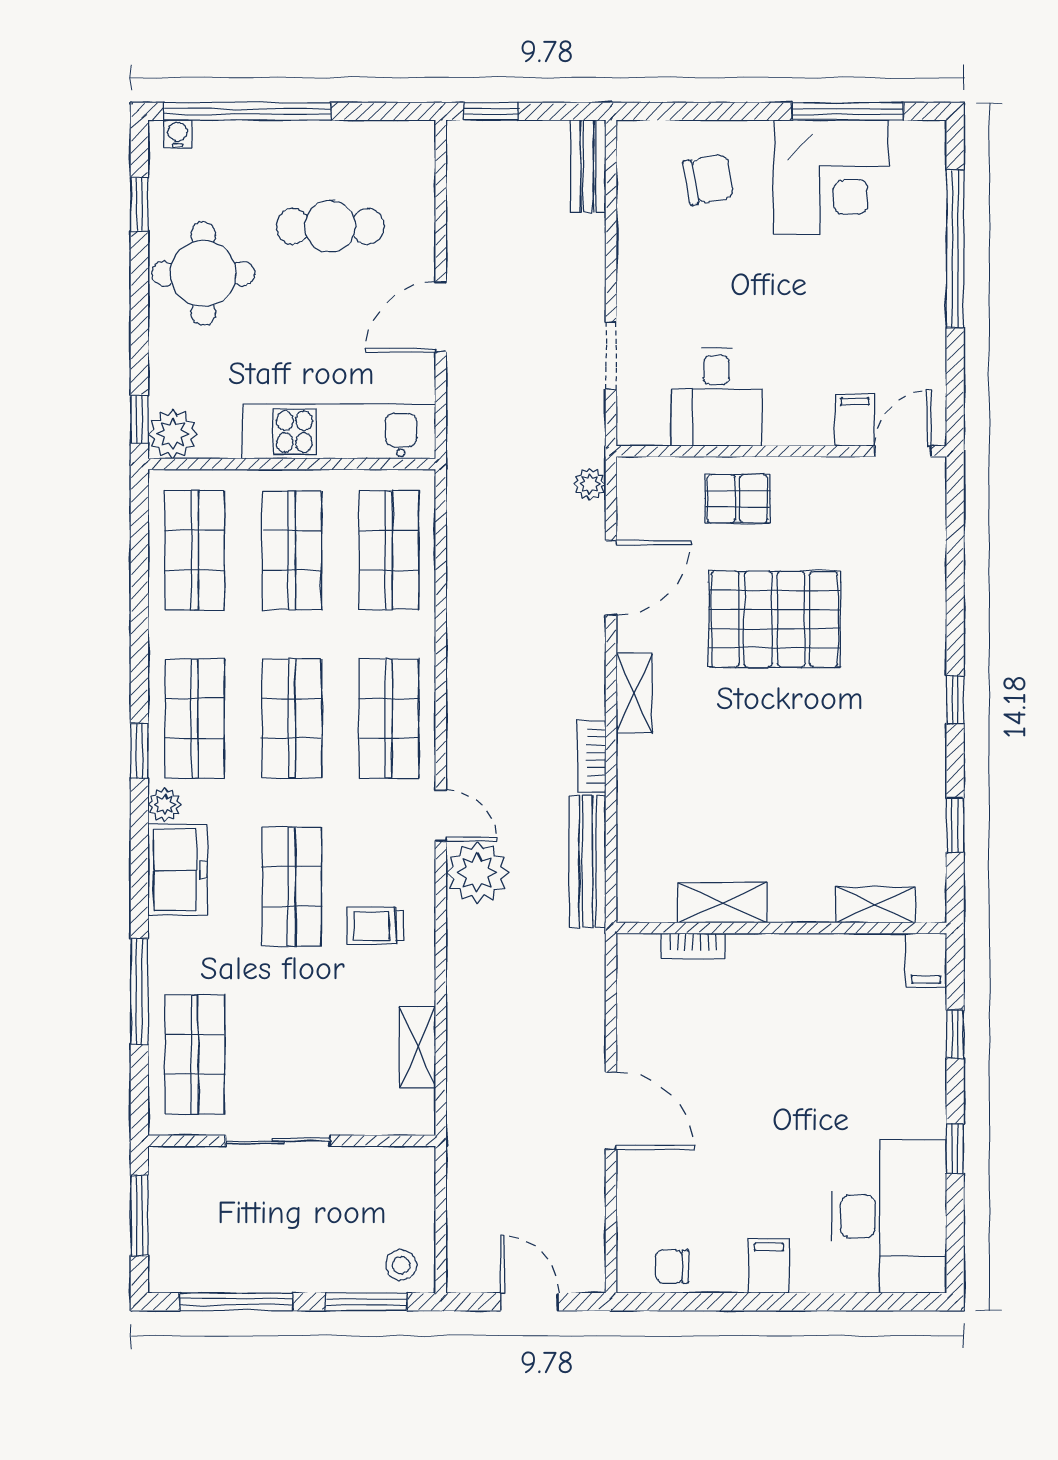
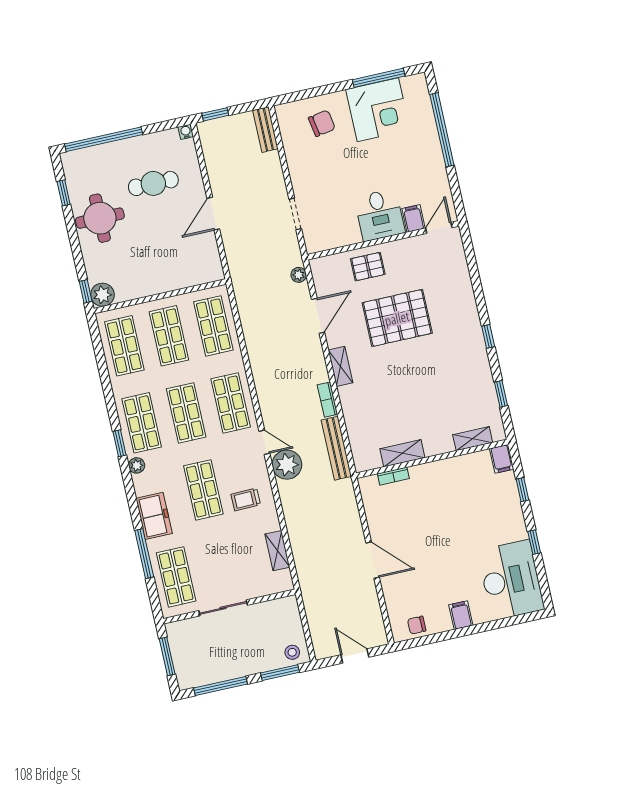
water cooler: (178, 134) -> (186, 132), moved
desk: (716, 397) -> (380, 215), moved
kitchen unit: (339, 432) -> (178, 277), removed
freezer: (177, 870) -> (154, 516), moved

